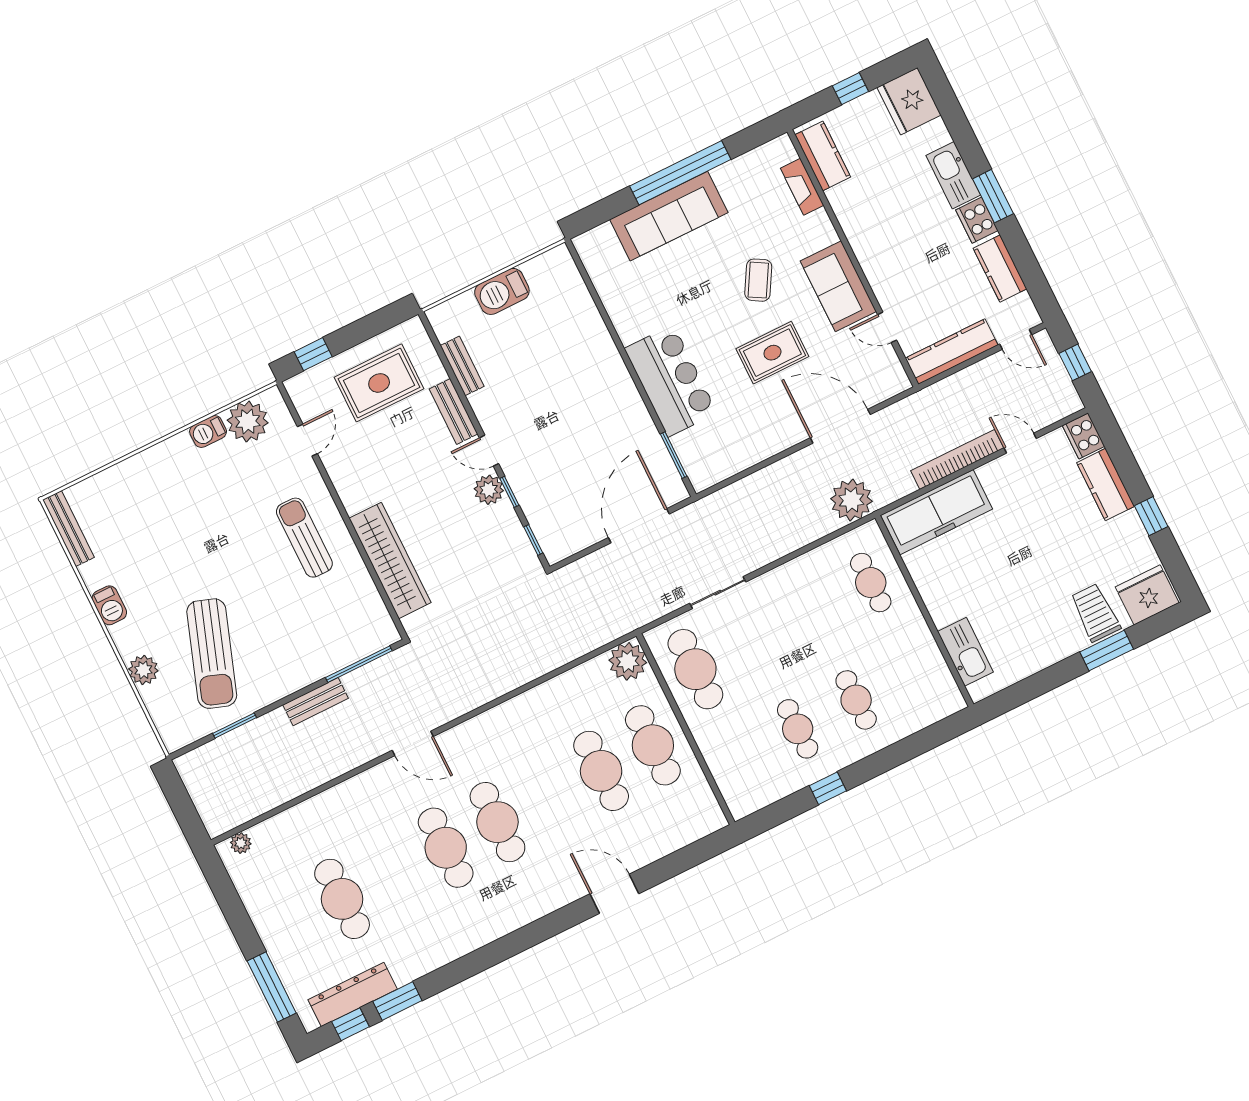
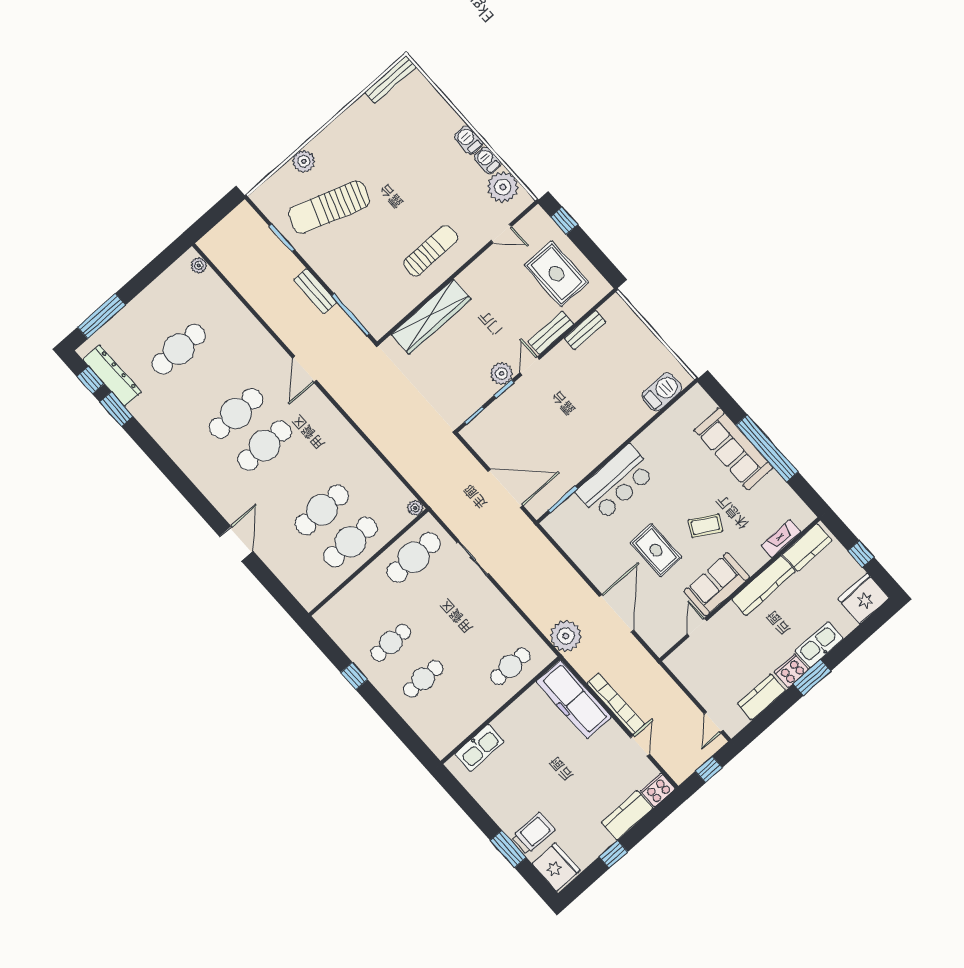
barbecue: (502, 291) -> (662, 392), moved, turned 90
kitchen counter: (952, 352) -> (763, 586), moved, turned 90
barbecue: (109, 605) -> (469, 140), moved, turned 90
plant: (628, 661) -> (415, 508), width x0.53, depth x0.53

